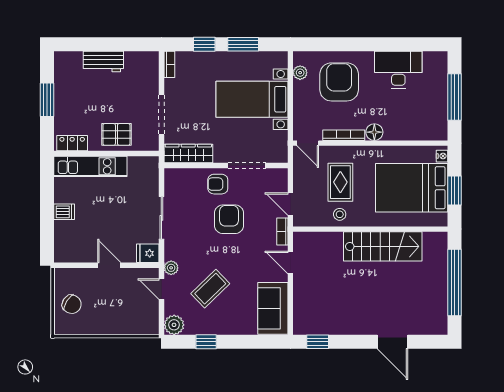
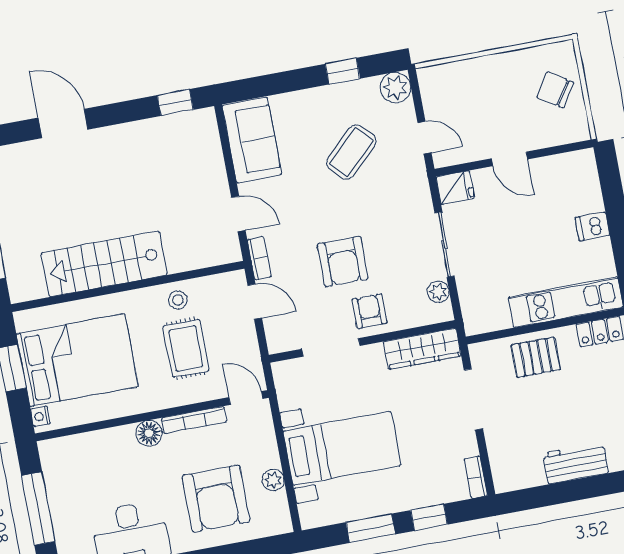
plant: (300, 73) -> (273, 480), moved
armchair: (218, 184) -> (369, 311), turned -90
plant: (171, 268) -> (438, 292), moved

